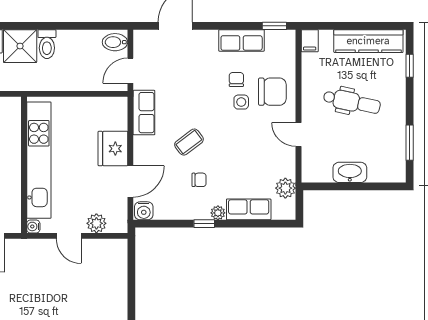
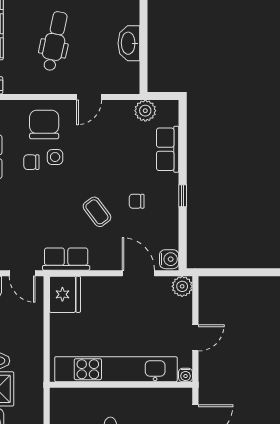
fridge: (113, 149) -> (65, 294), moved, turned -90
chair: (199, 180) -> (137, 201), turned -90
plant: (218, 213) -> (171, 182), removed
plant: (96, 223) -> (182, 286), moved

